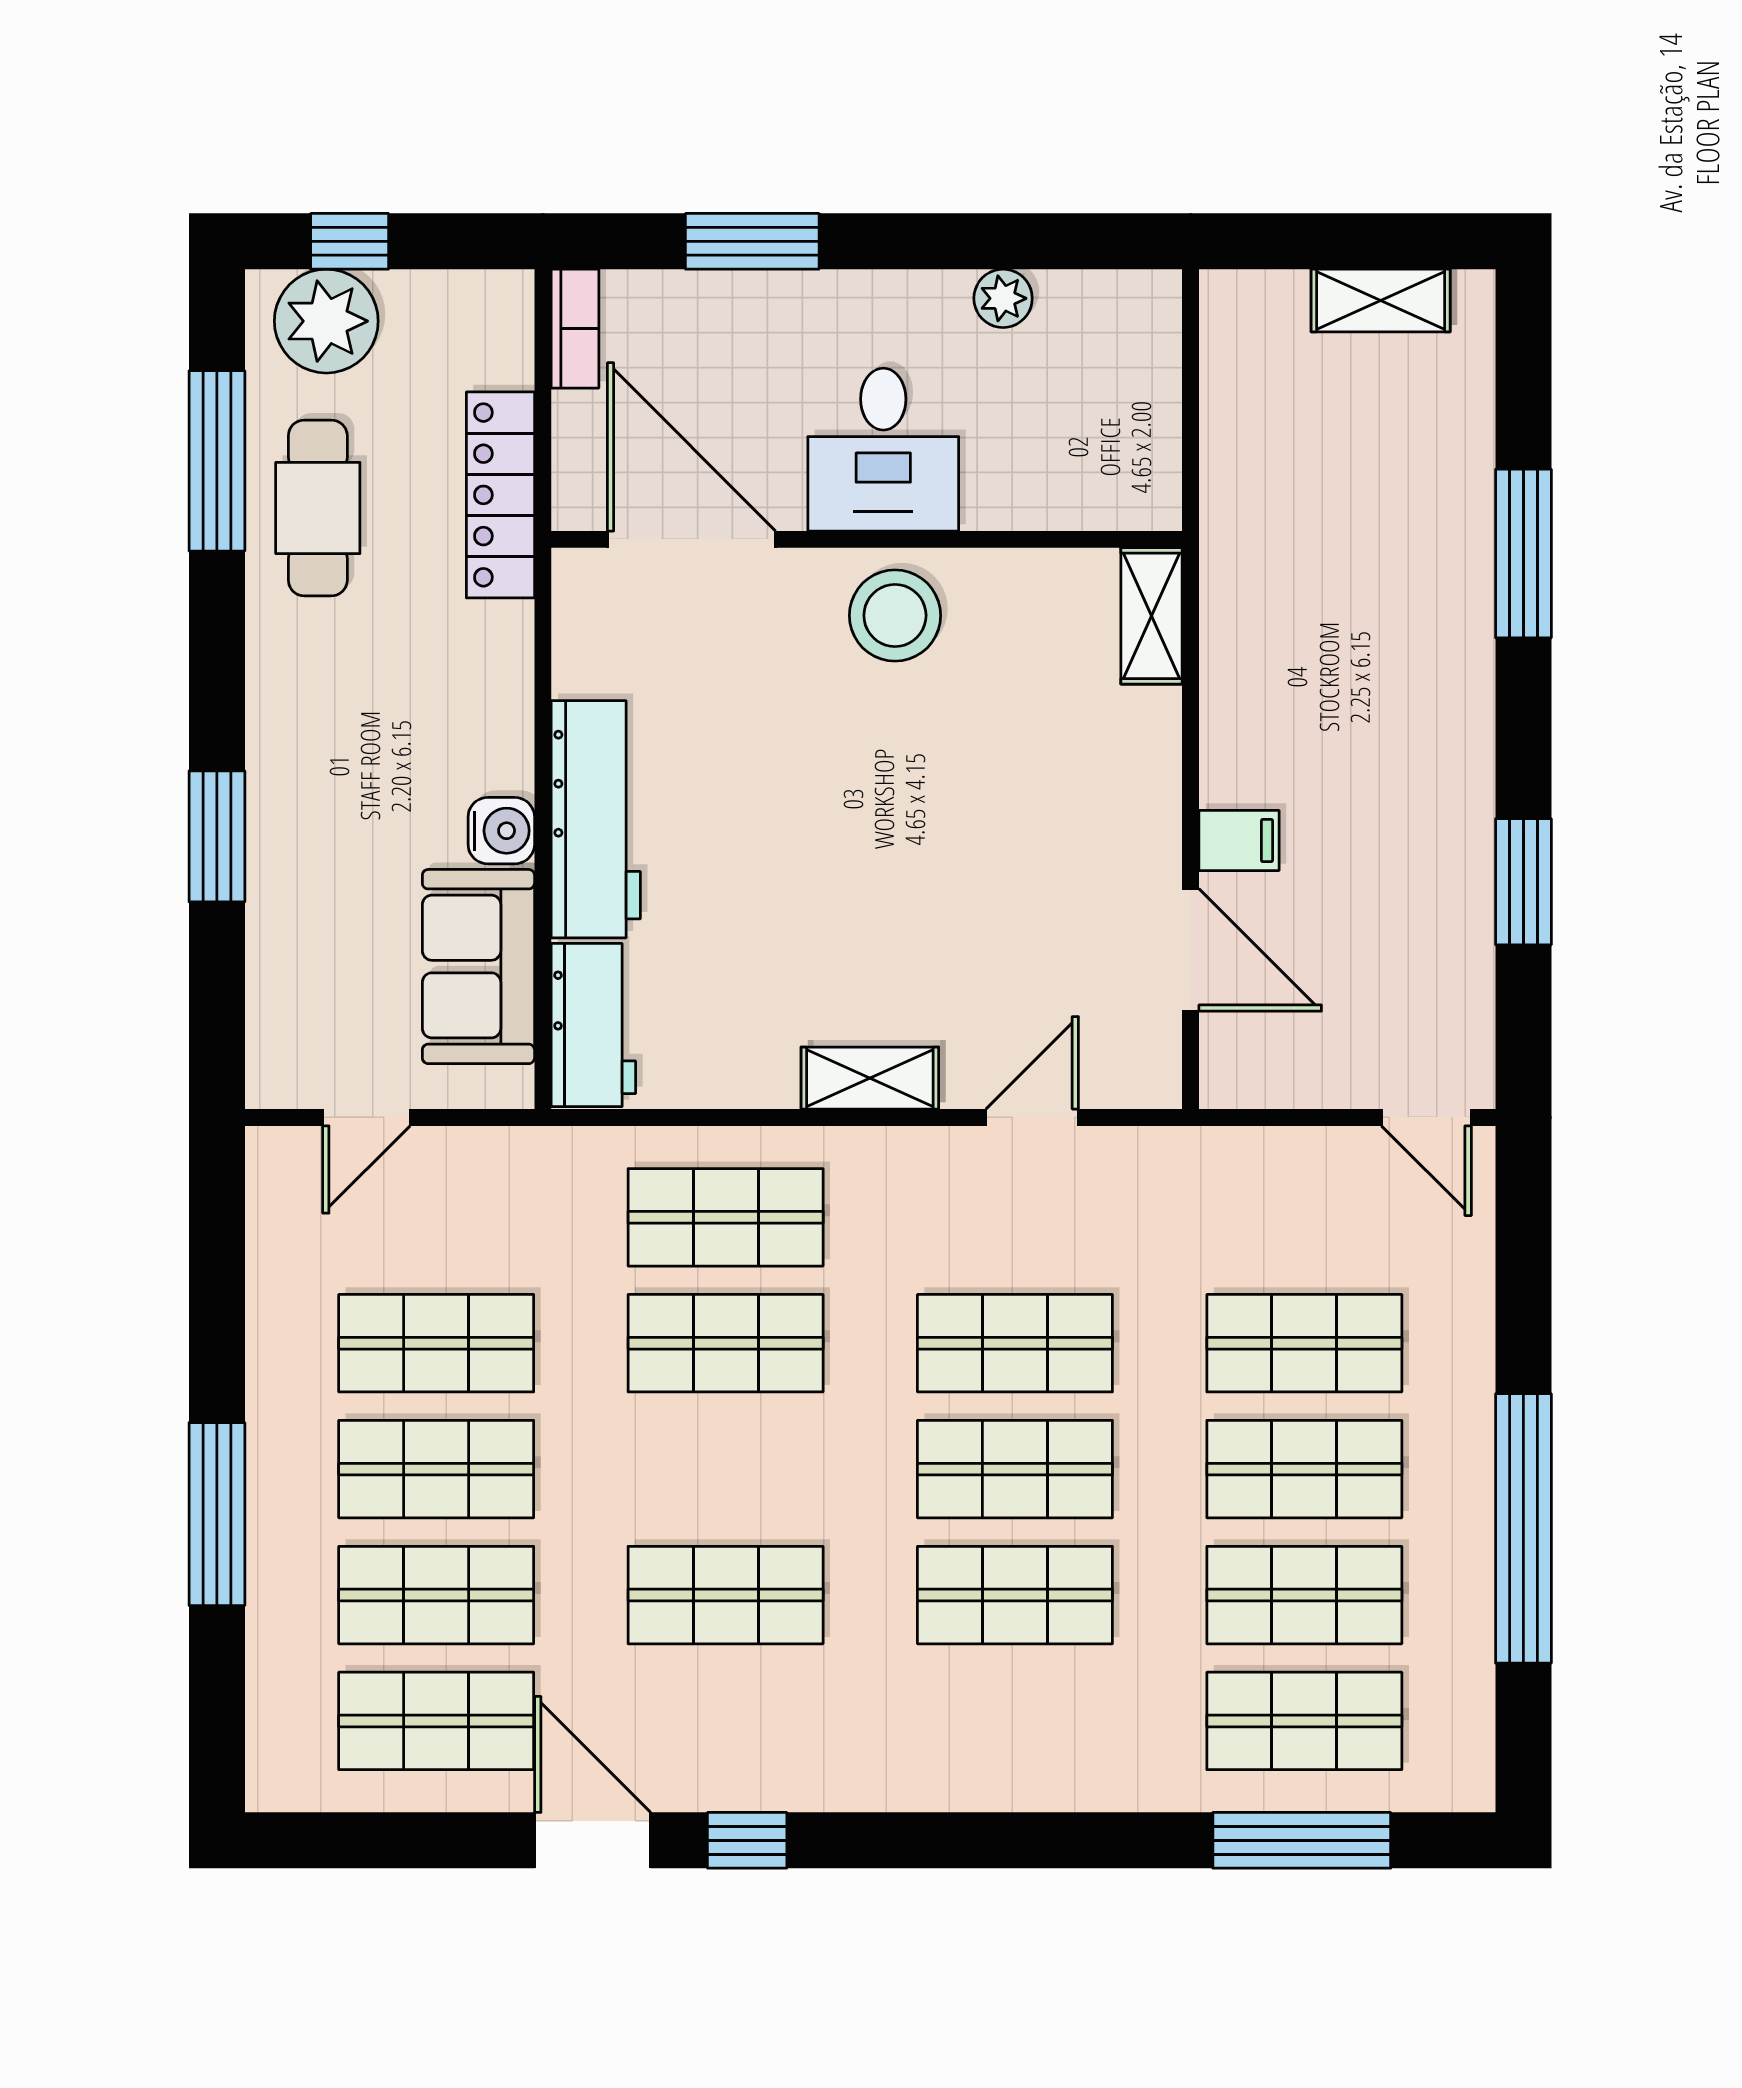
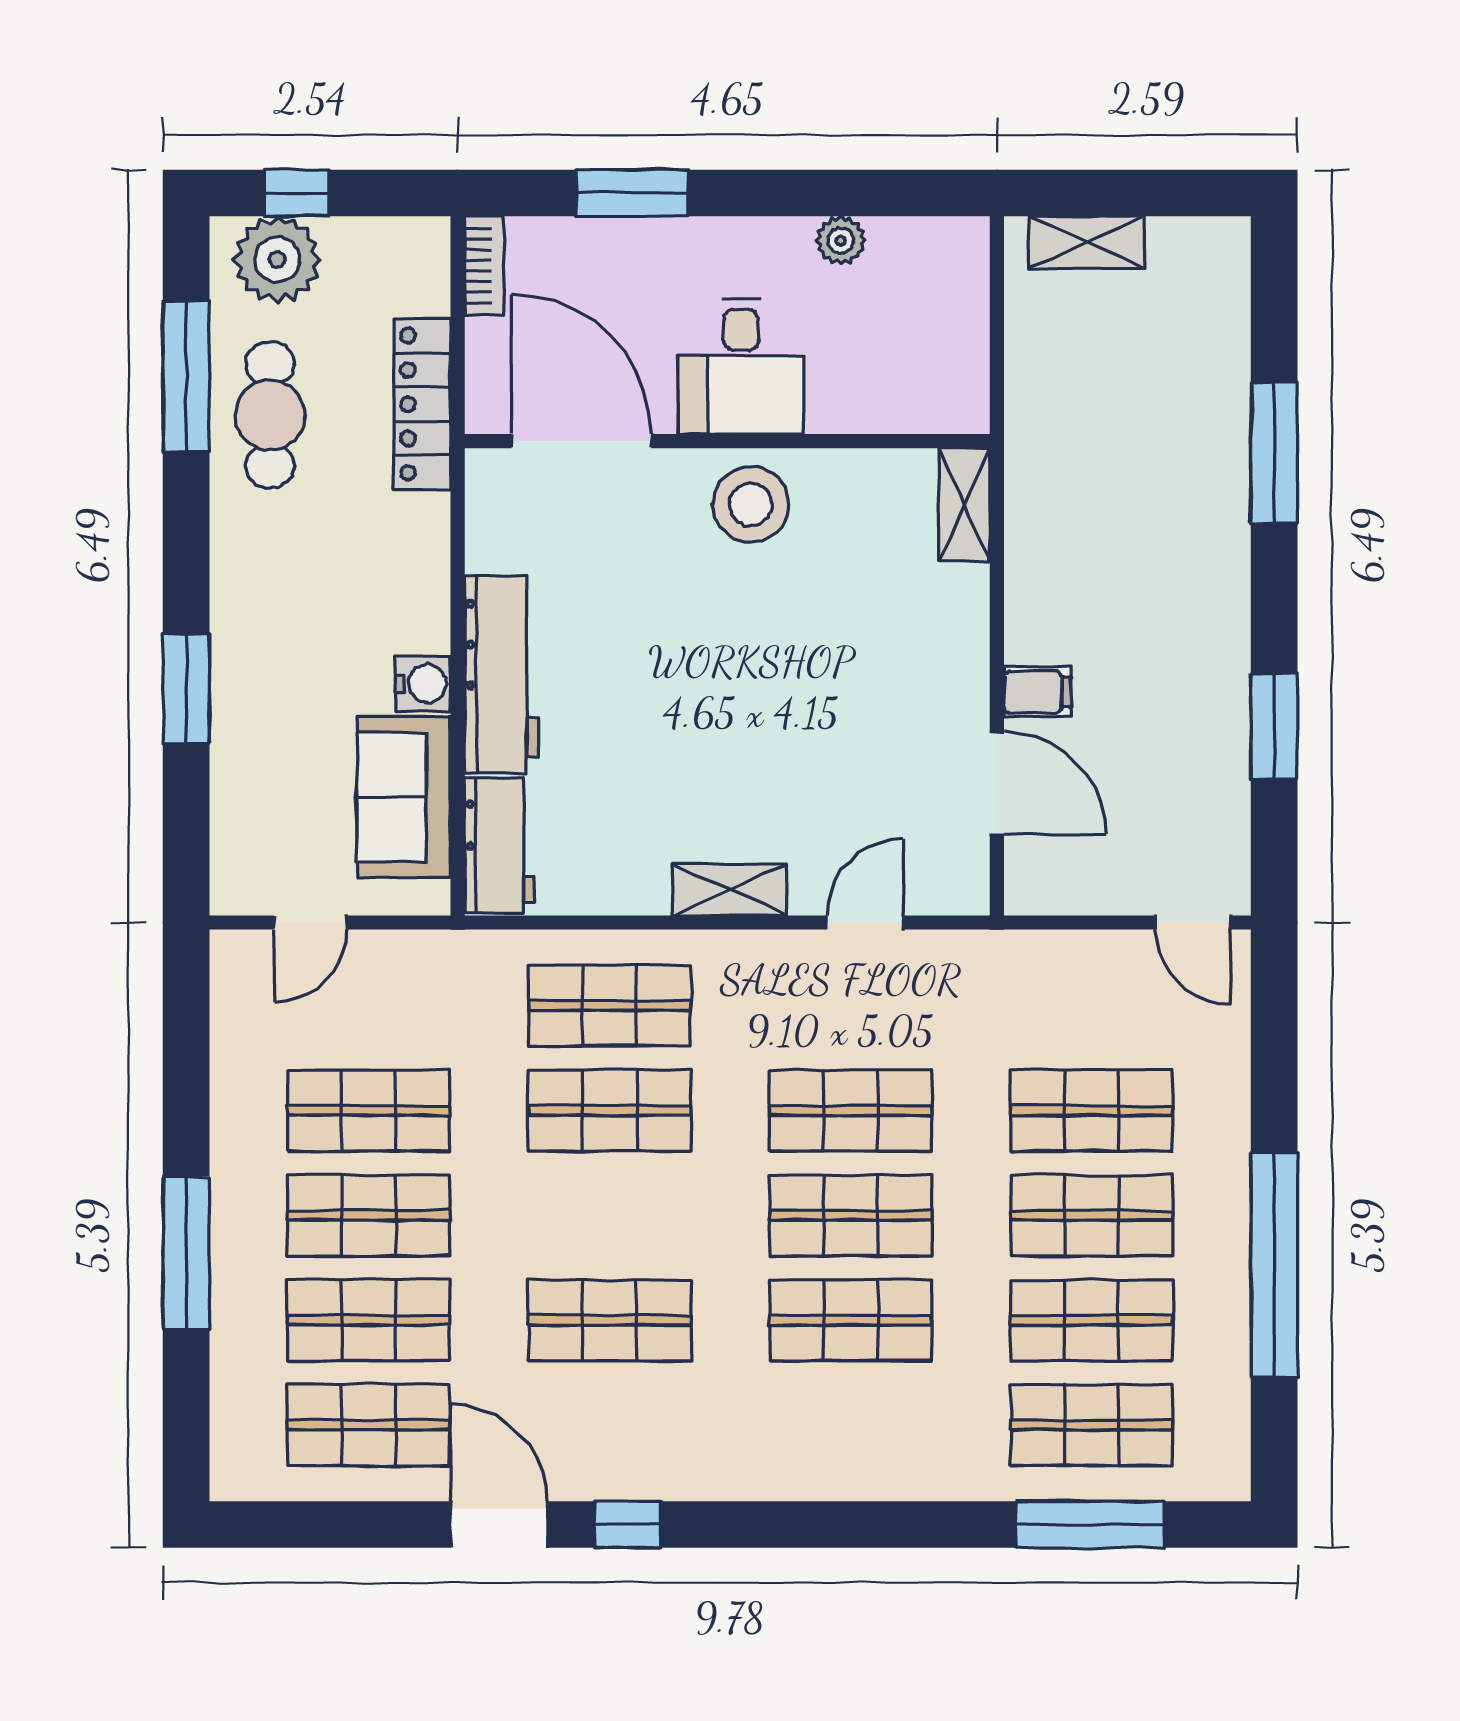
shelving: (1381, 300) -> (1087, 242), moved

